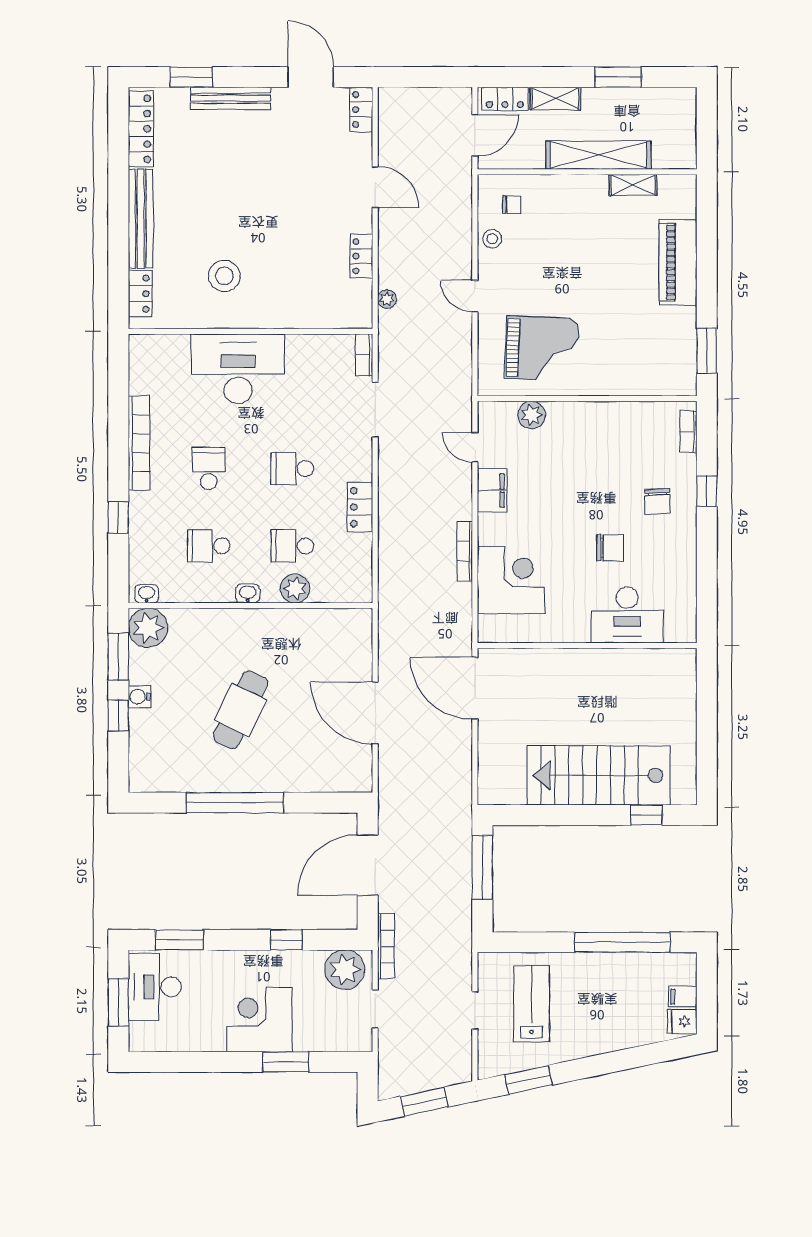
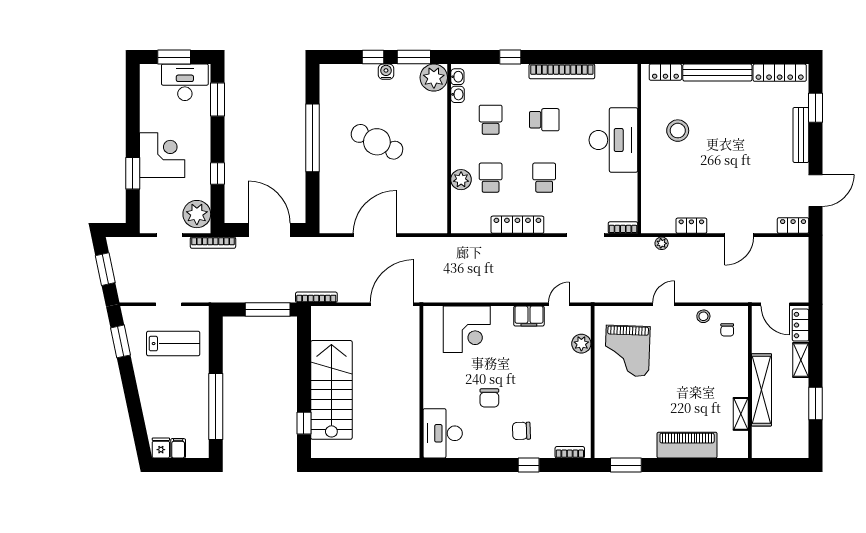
locker: (360, 507) -> (517, 225), width x1.53
bookcase: (465, 551) -> (316, 297), moved
washbasin: (248, 594) -> (458, 94), moved
desk: (627, 615) -> (443, 433), moved

